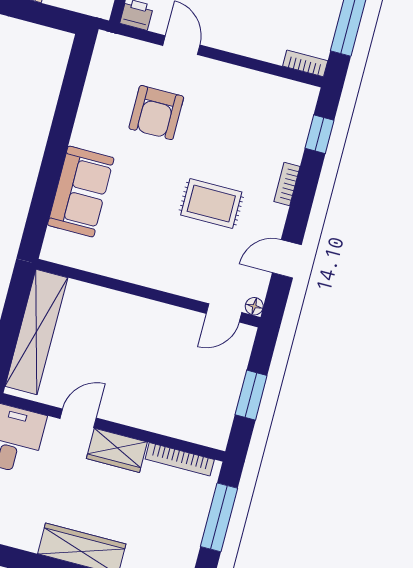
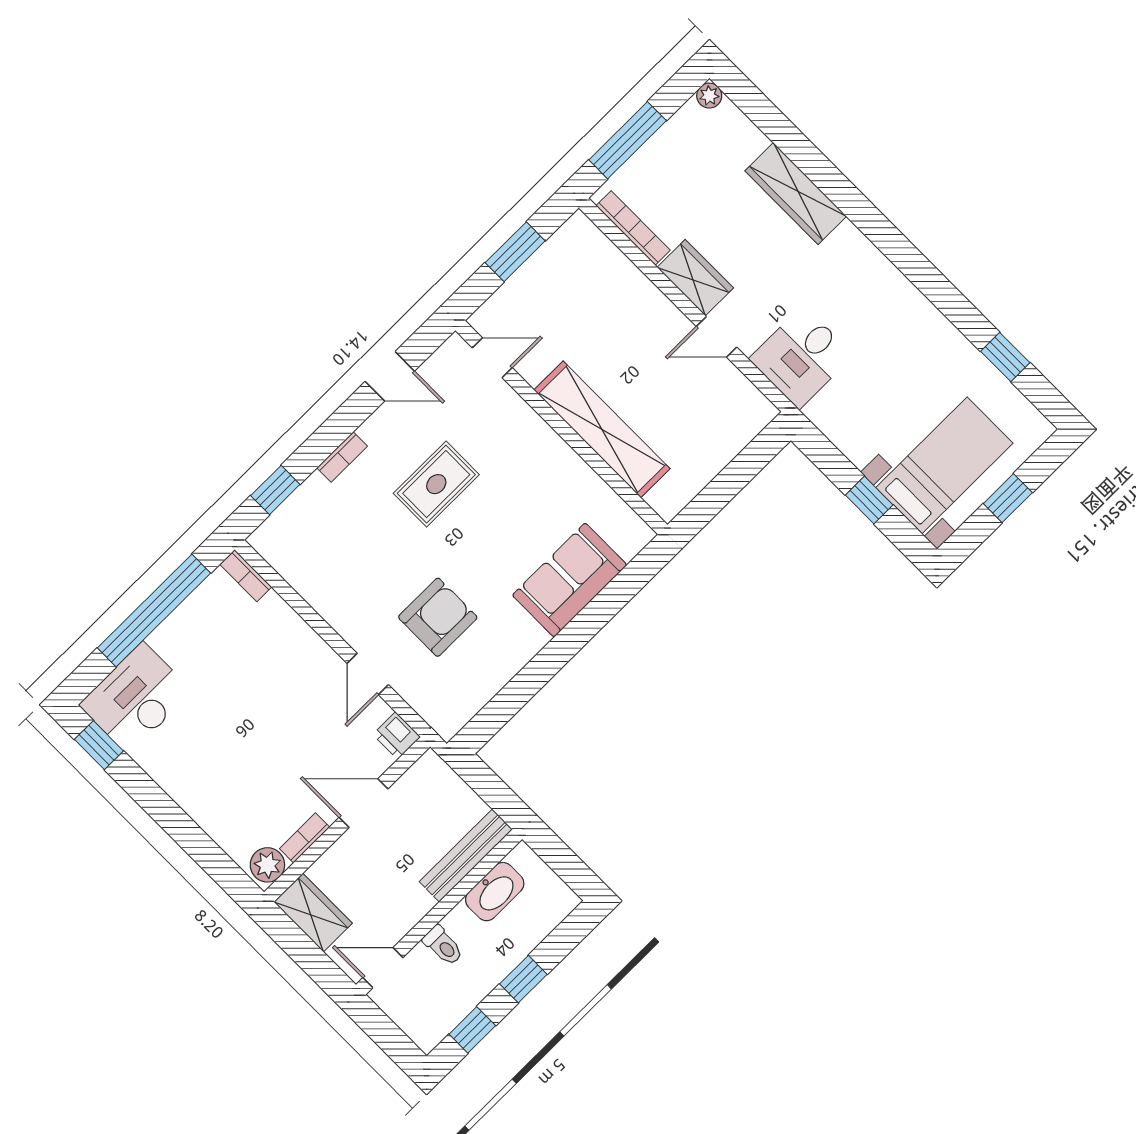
rug: (211, 204) -> (436, 484), turned 90
floor lamp: (254, 306) -> (455, 346), removed
shelving: (36, 332) -> (602, 429), moved, turned 90

